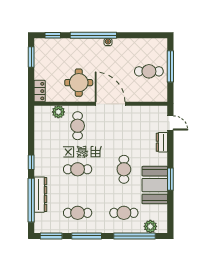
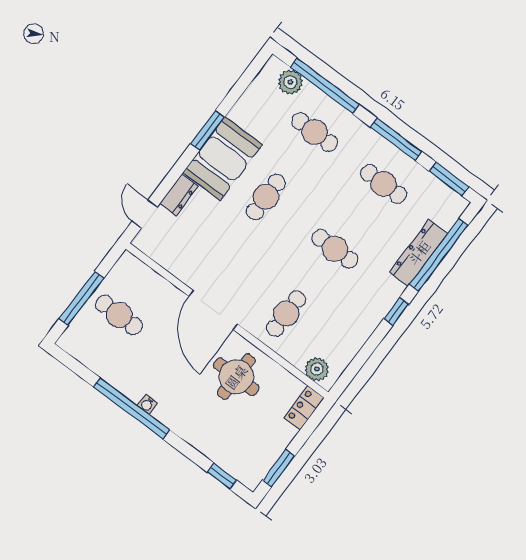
window: (93, 35) -> (131, 408), moved
plant: (58, 112) -> (317, 369), moved
booth: (155, 185) -> (223, 159), moved

